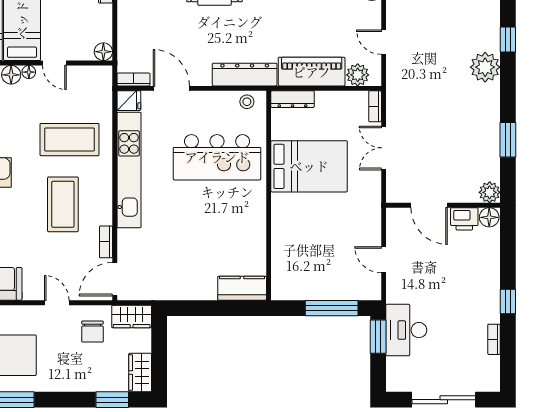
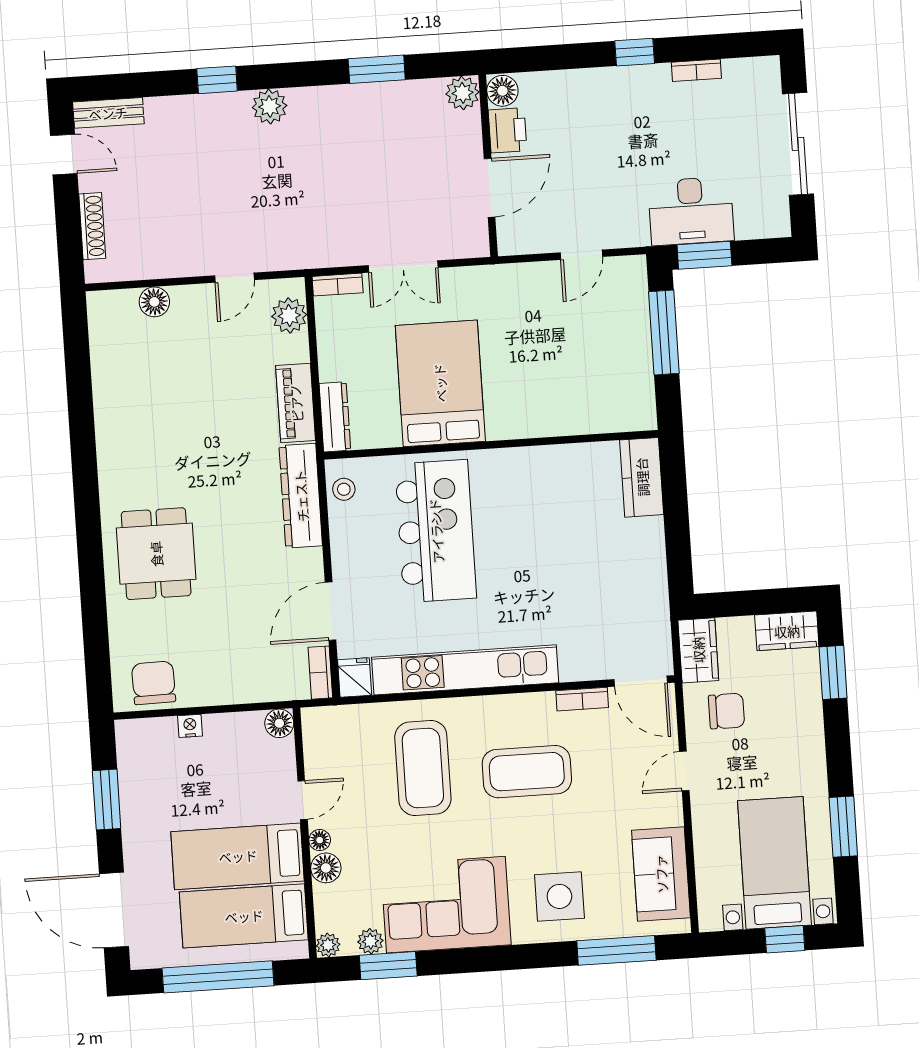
plant: (485, 67) -> (270, 106), width x0.73, depth x0.73
piano: (312, 72) -> (296, 403), width x0.73, depth x0.75

